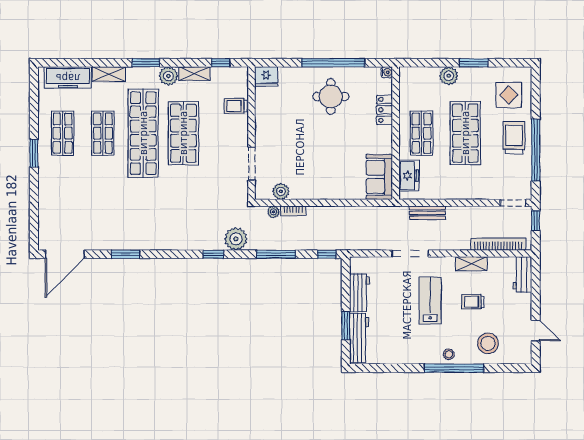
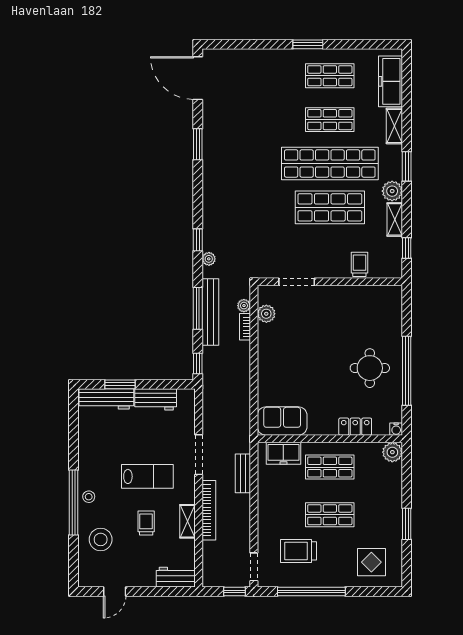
plant: (449, 76) -> (392, 452), moved
fridge: (266, 77) -> (392, 298), removed
shop shelf: (465, 133) -> (330, 515), width x0.70, depth x0.74
trolley: (514, 138) -> (298, 551), moved, turned 180
plant: (236, 239) -> (209, 259), width x0.53, depth x0.53
bench: (279, 243) -> (210, 312), added
bookcase: (498, 244) -> (209, 510), moved

